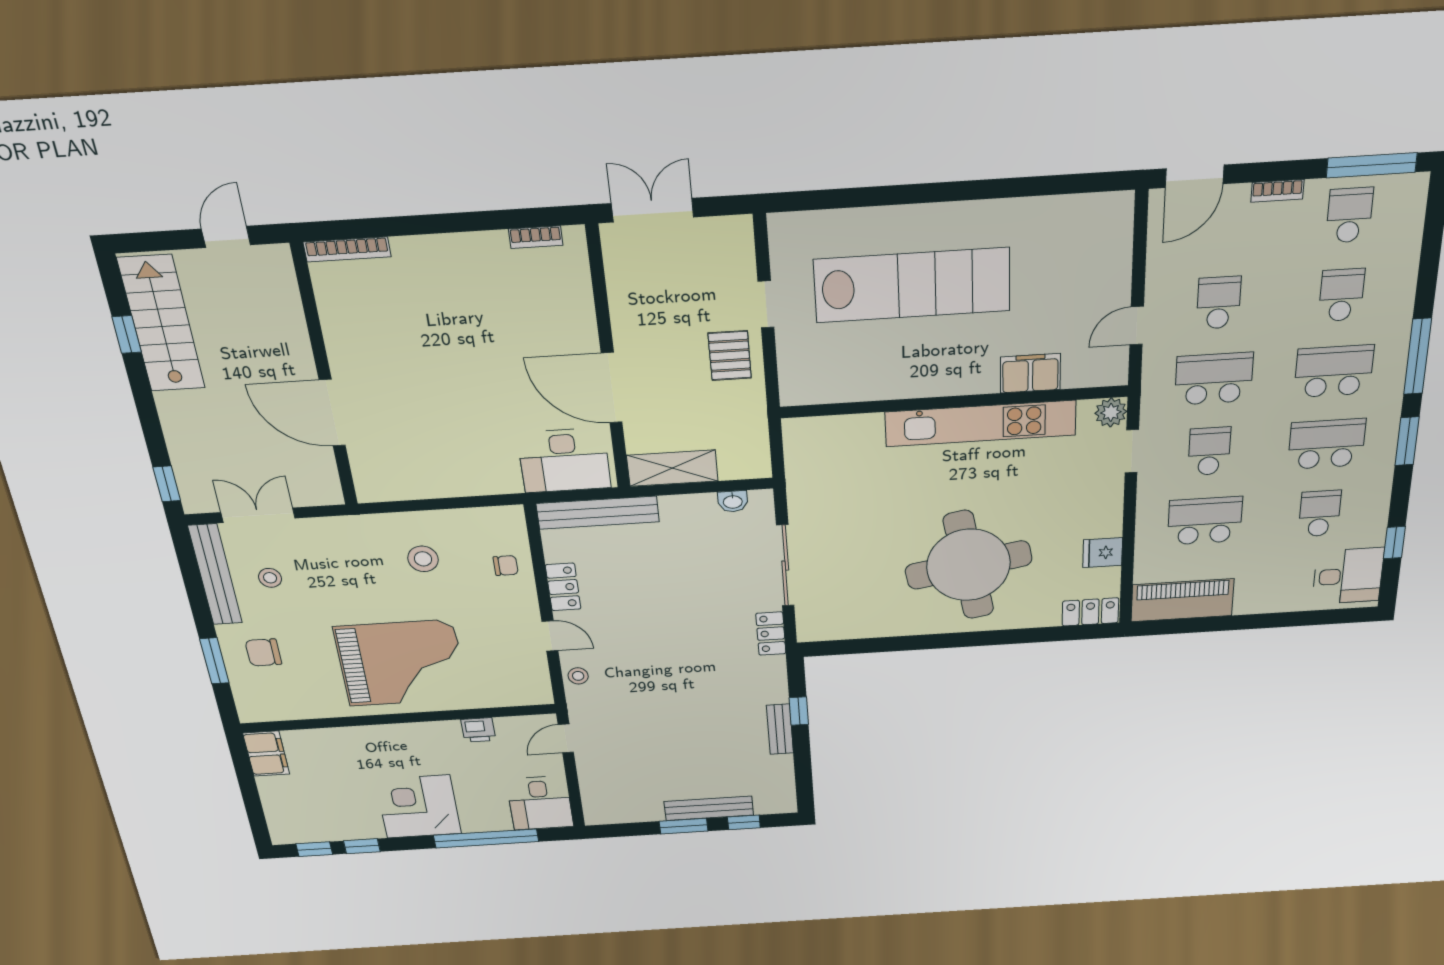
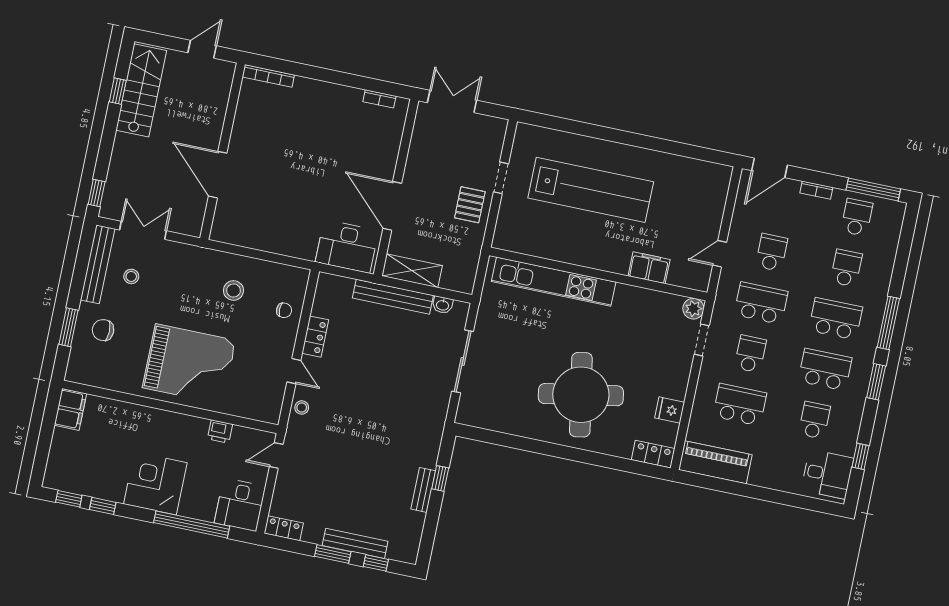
kitchen unit: (981, 424) -> (554, 282), moved
bench: (598, 513) -> (393, 297), moved
locker: (771, 634) -> (284, 528), moved, turned 90

